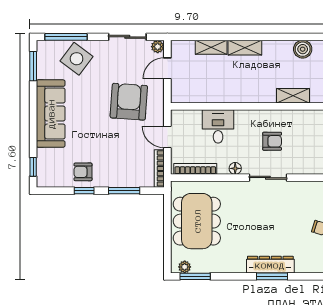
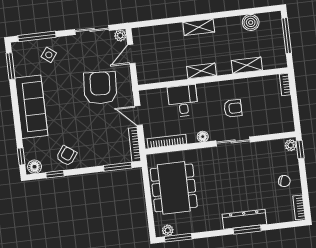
shelving: (211, 47) -> (201, 71), moved
side table: (77, 59) -> (49, 55), width x0.54, depth x0.54
armchair: (83, 172) -> (66, 156), turned 126
floor lamp: (46, 180) -> (35, 167), added
window: (84, 191) -> (55, 174), moved
window: (124, 191) -> (118, 167), moved

